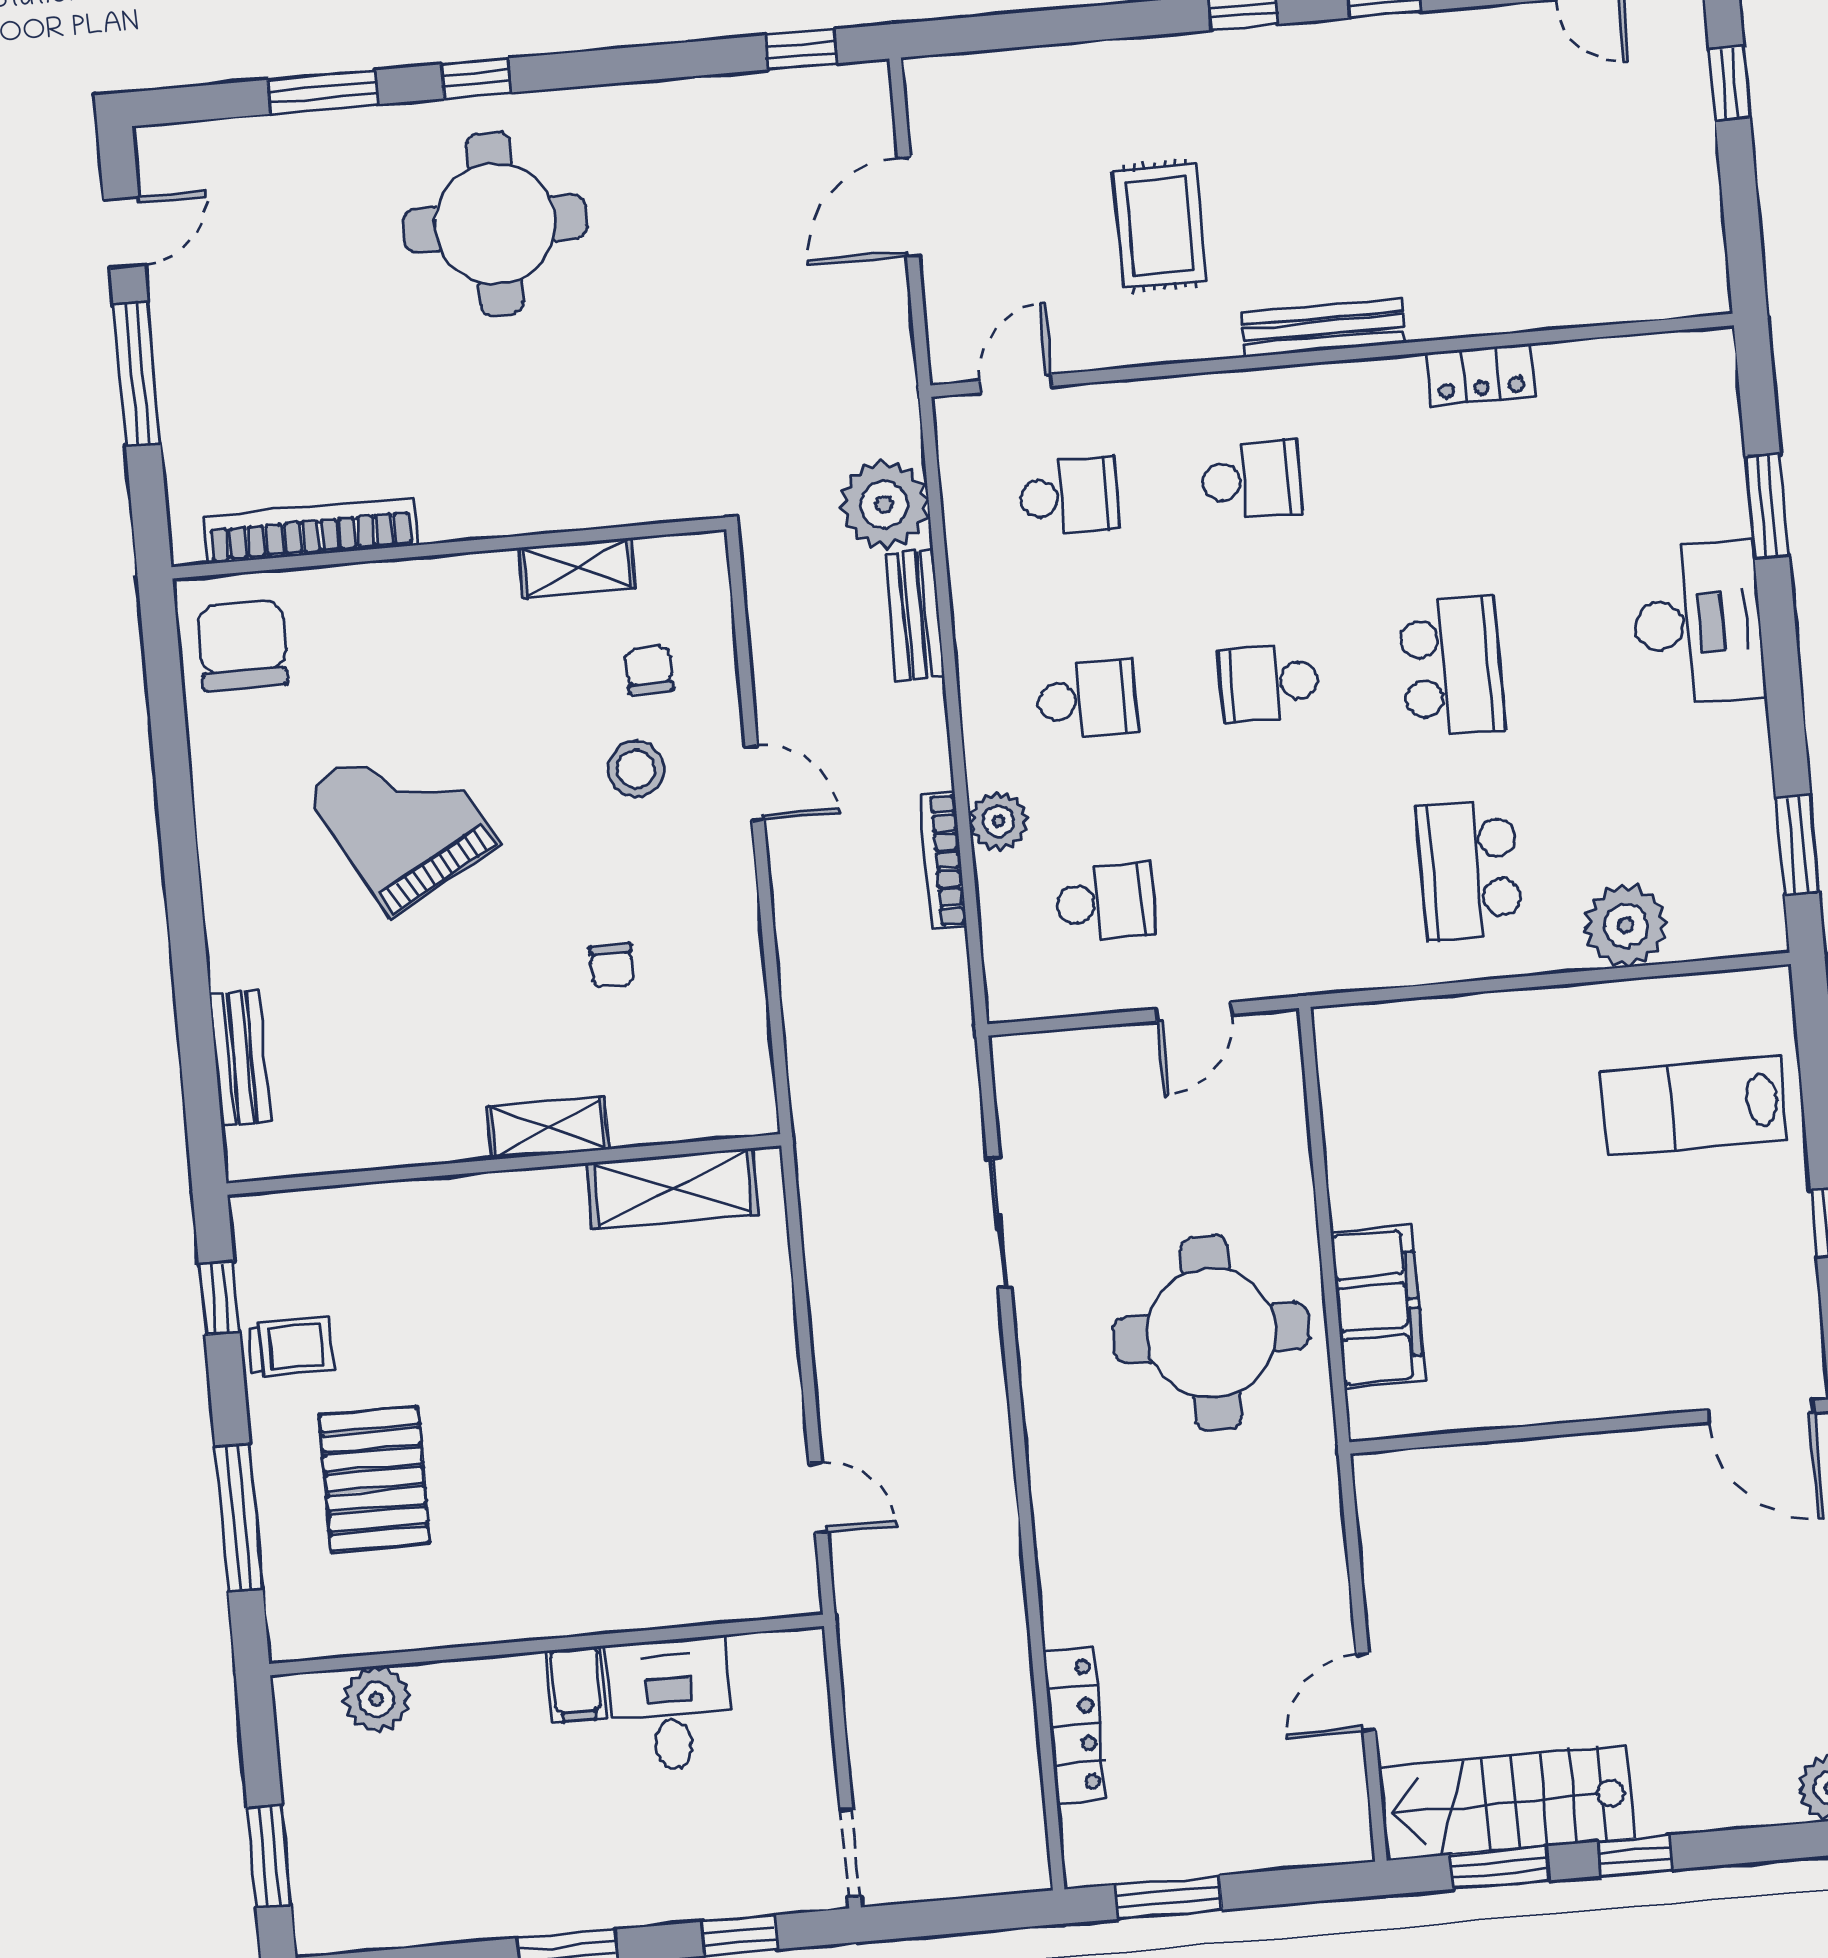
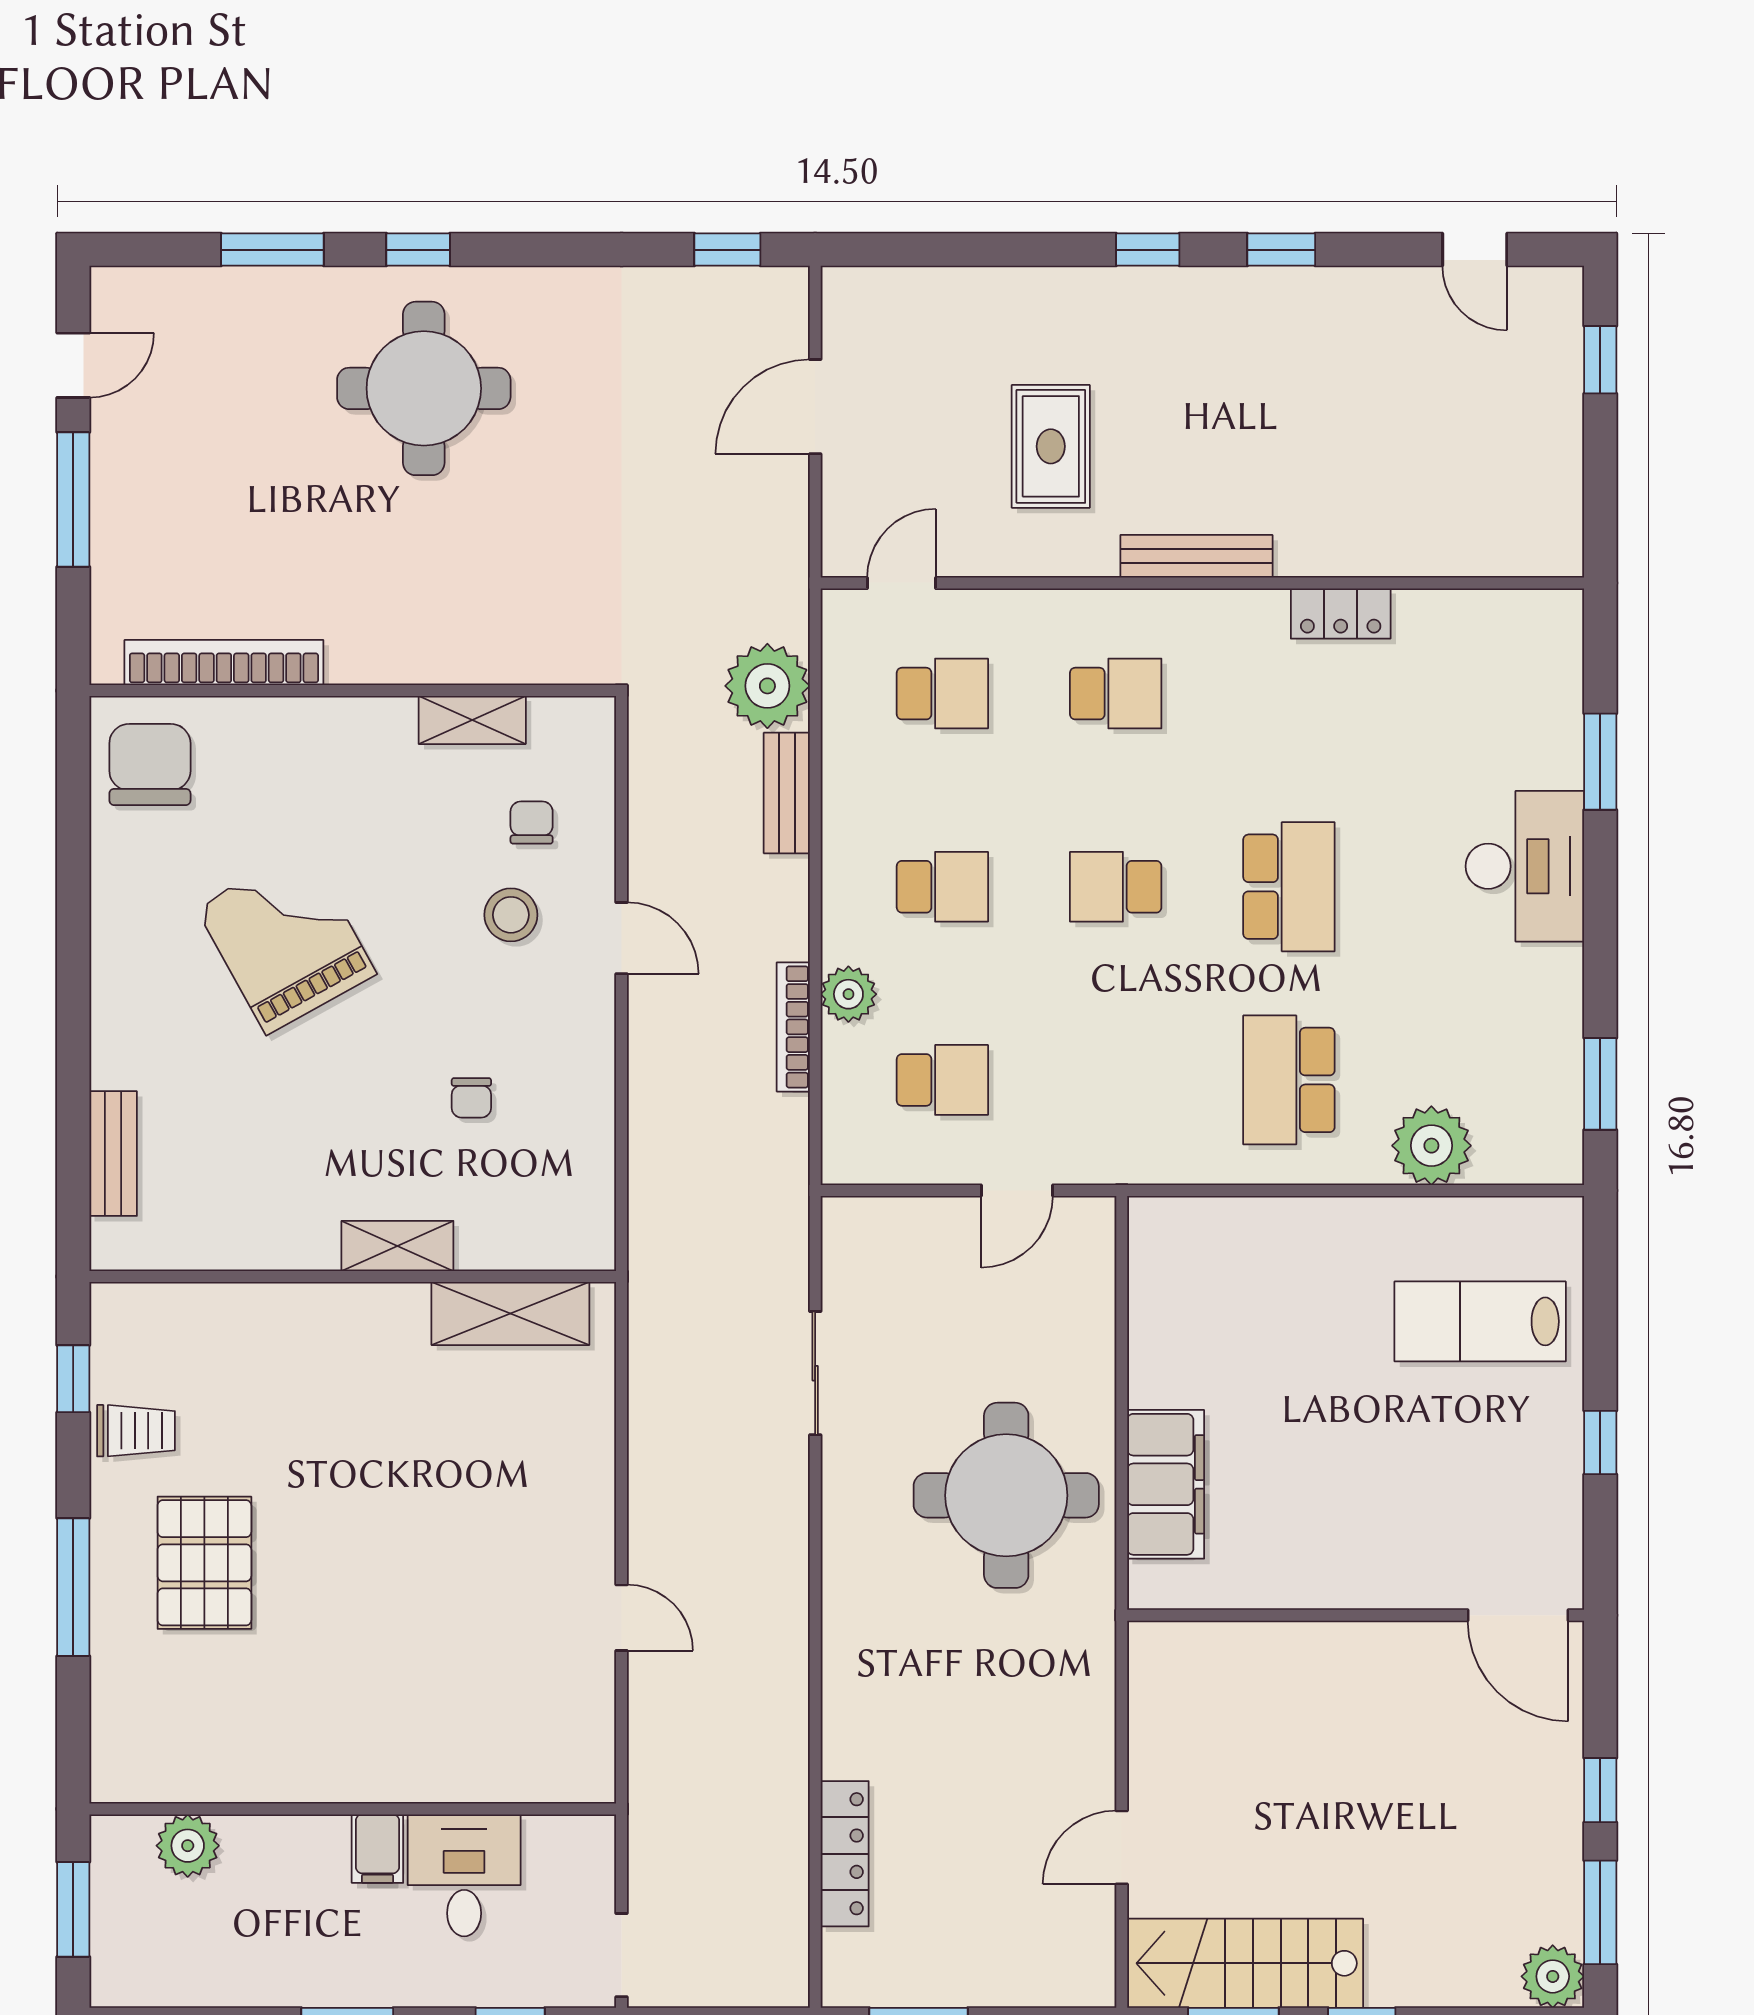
wall: (547, 1645) -> (353, 1809), moved
filing cabinet: (576, 1684) -> (377, 1849), moved
plant: (376, 1699) -> (188, 1846), moved
desk: (670, 1704) -> (464, 1875), moved

